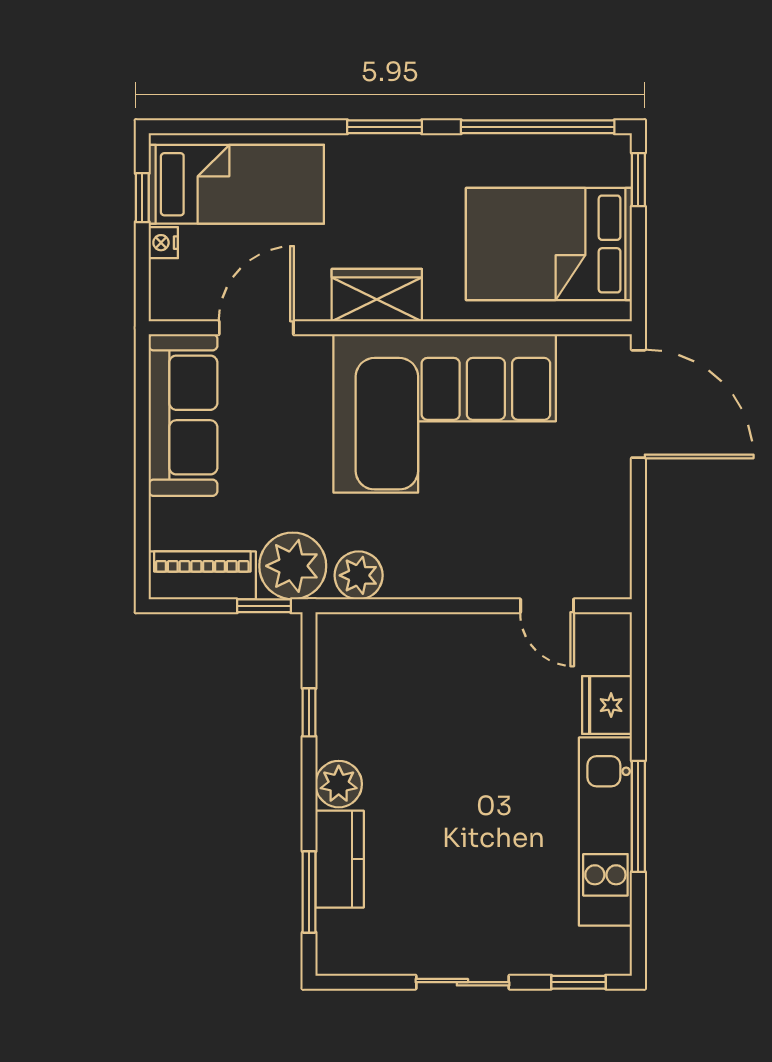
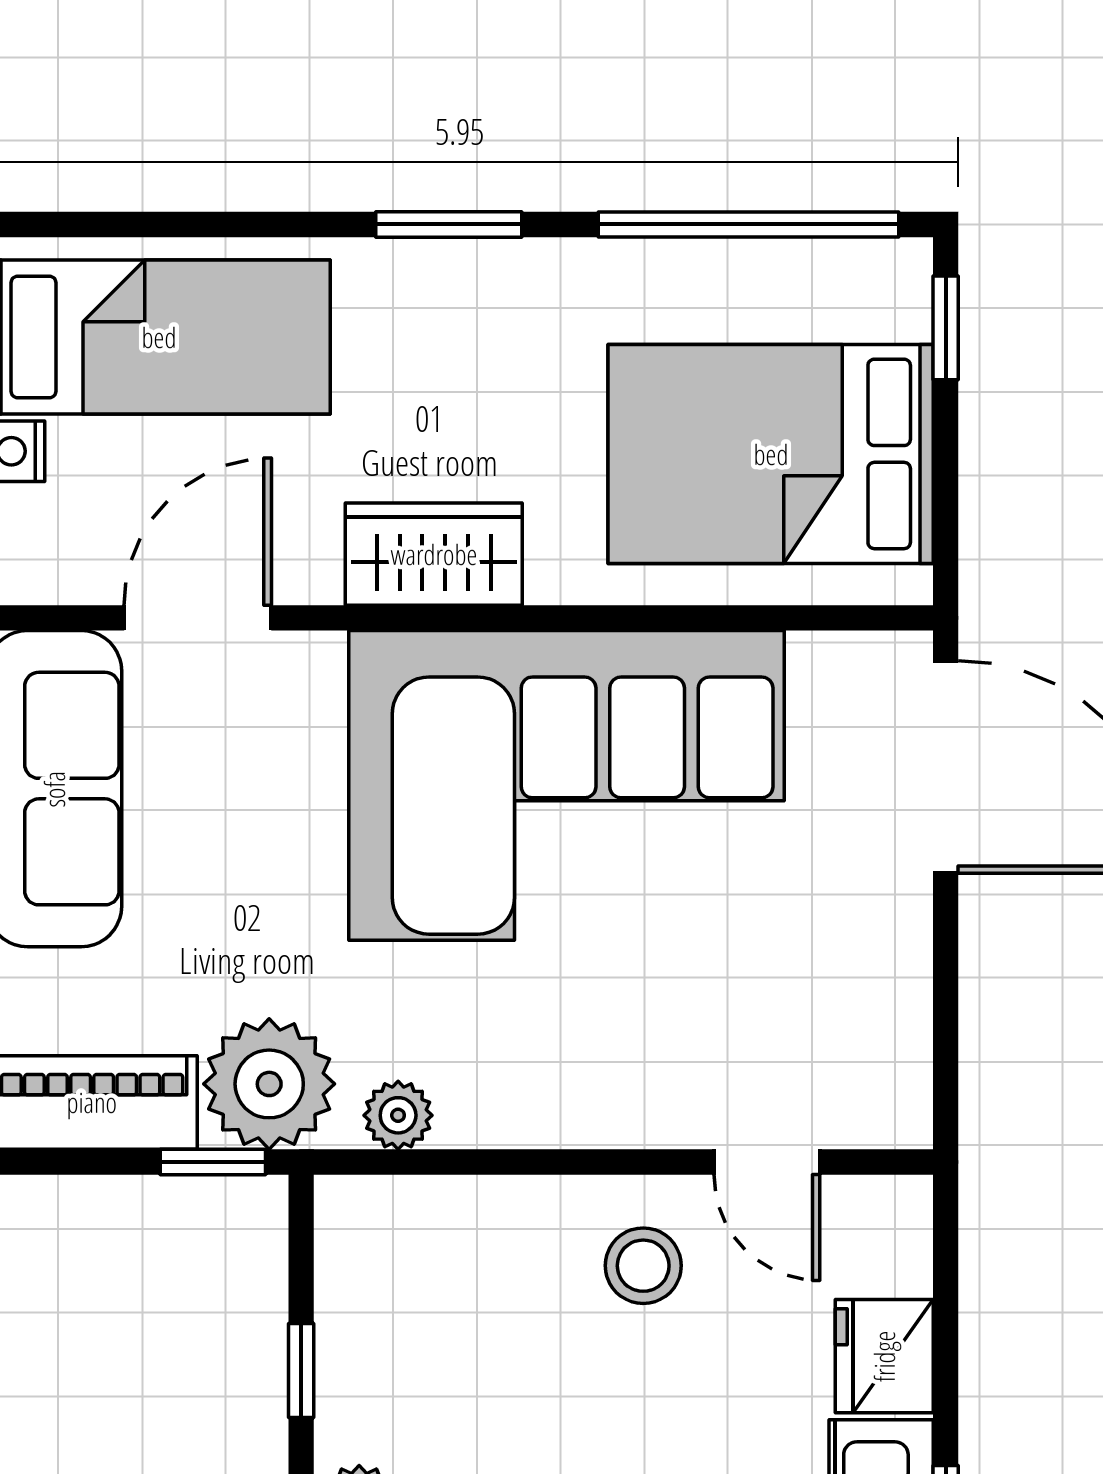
plant: (359, 575) -> (398, 1115), width x0.73, depth x0.73
stool: (484, 659) -> (643, 1266), added

